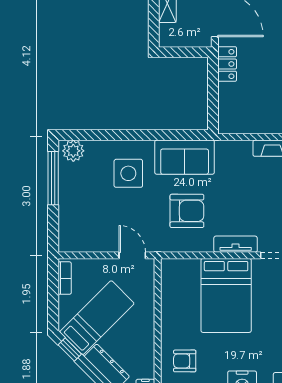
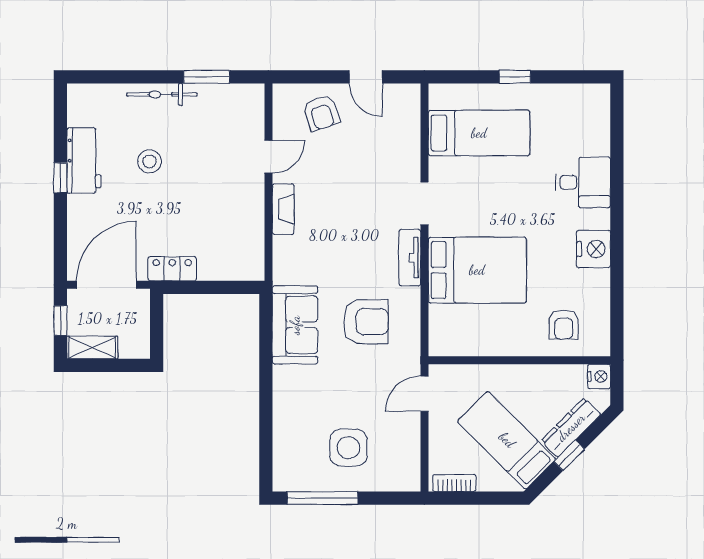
plant: (73, 151) -> (287, 472), removed
side table: (128, 173) -> (348, 448), moved
armchair: (187, 211) -> (366, 322), turned 90
window: (70, 349) -> (569, 455), moved

